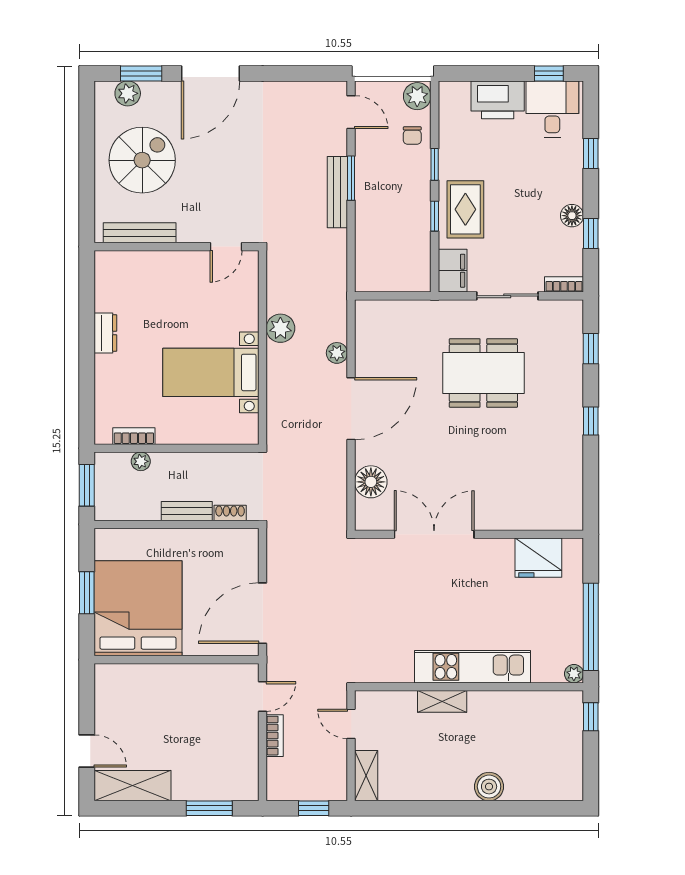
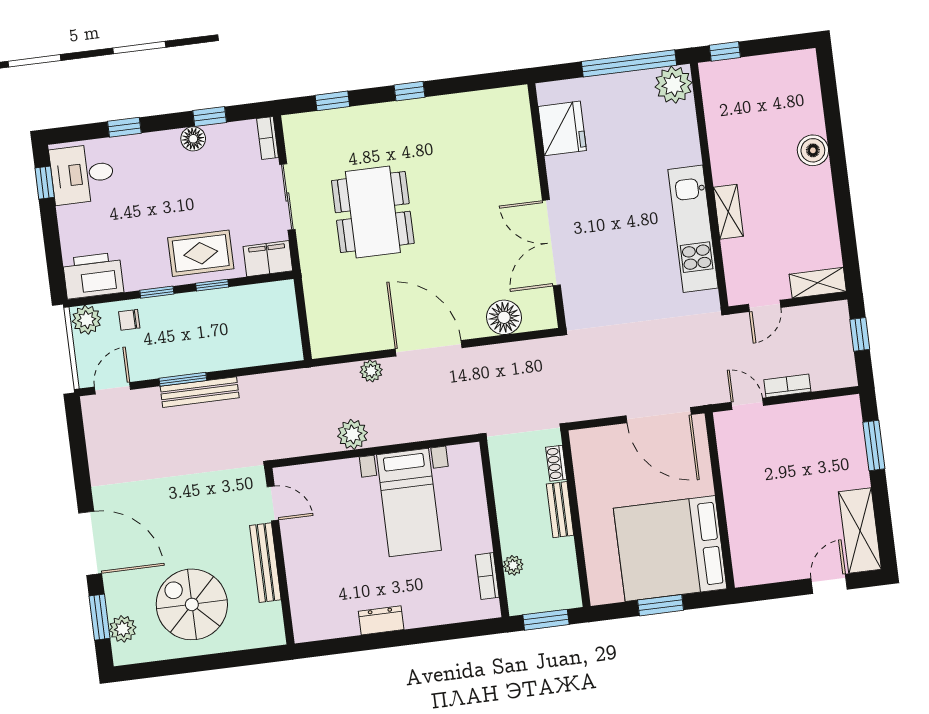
printer: (498, 100) -> (93, 276), moved, turned -90
chair: (412, 136) -> (129, 320), turned 180
bench: (140, 233) -> (265, 563), moved
kitchen unit: (472, 667) -> (693, 229), moved
plant: (574, 674) -> (673, 85), width x1.88, depth x1.88

